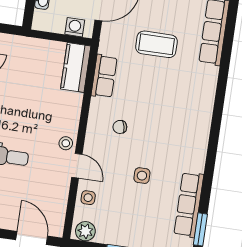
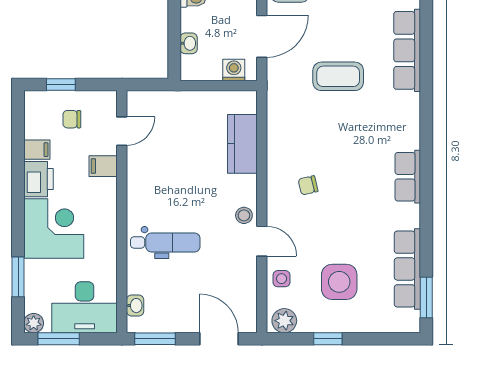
kitchen counter: (76, 67) -> (242, 144), moved
row of seats: (104, 76) -> (408, 177), moved, turned 180
side table: (142, 176) -> (339, 282), moved, width x1.87, depth x1.87

